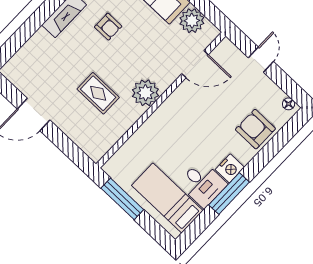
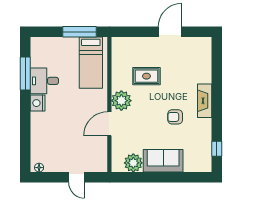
door: (195, 64) -> (109, 124), moved
armchair: (255, 129) -> (44, 137), removed
window: (229, 194) -> (25, 74), moved
bed: (167, 198) -> (91, 63), moved, turned 90

